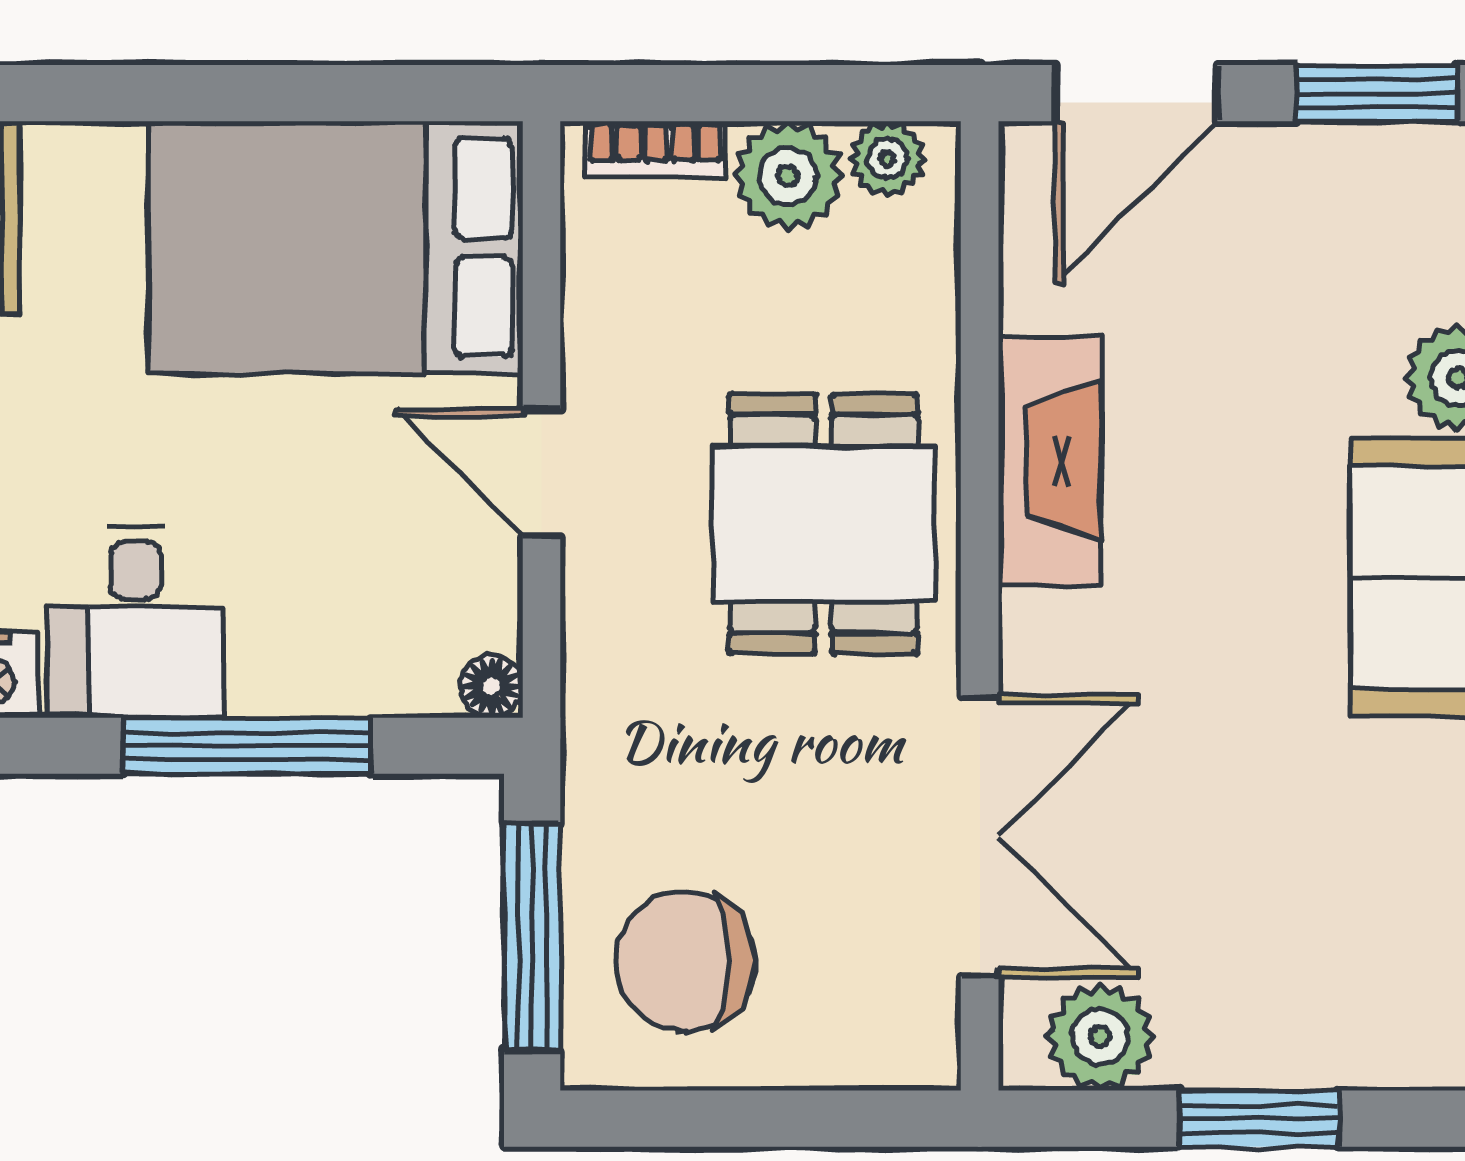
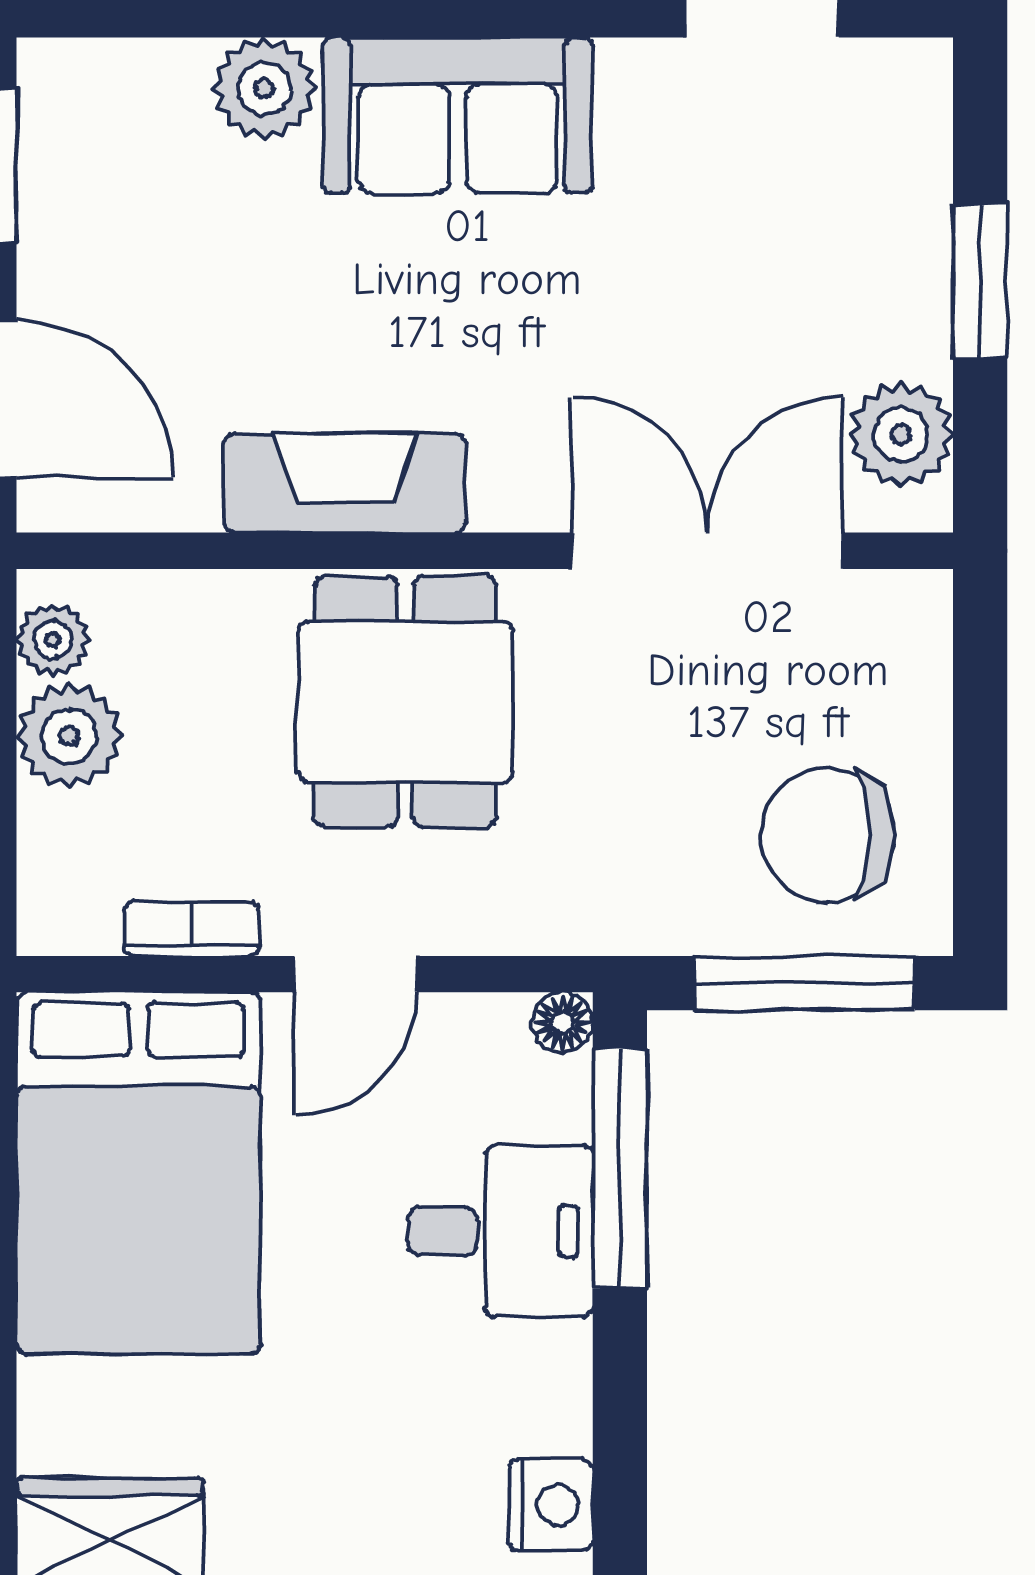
bookcase: (656, 149) -> (192, 929), moved, turned -90
dining table: (824, 524) -> (405, 702), turned 90
desk: (136, 622) -> (500, 1231), moved
window: (247, 746) -> (620, 1169), moved
chair: (686, 961) -> (828, 835), turned 90

